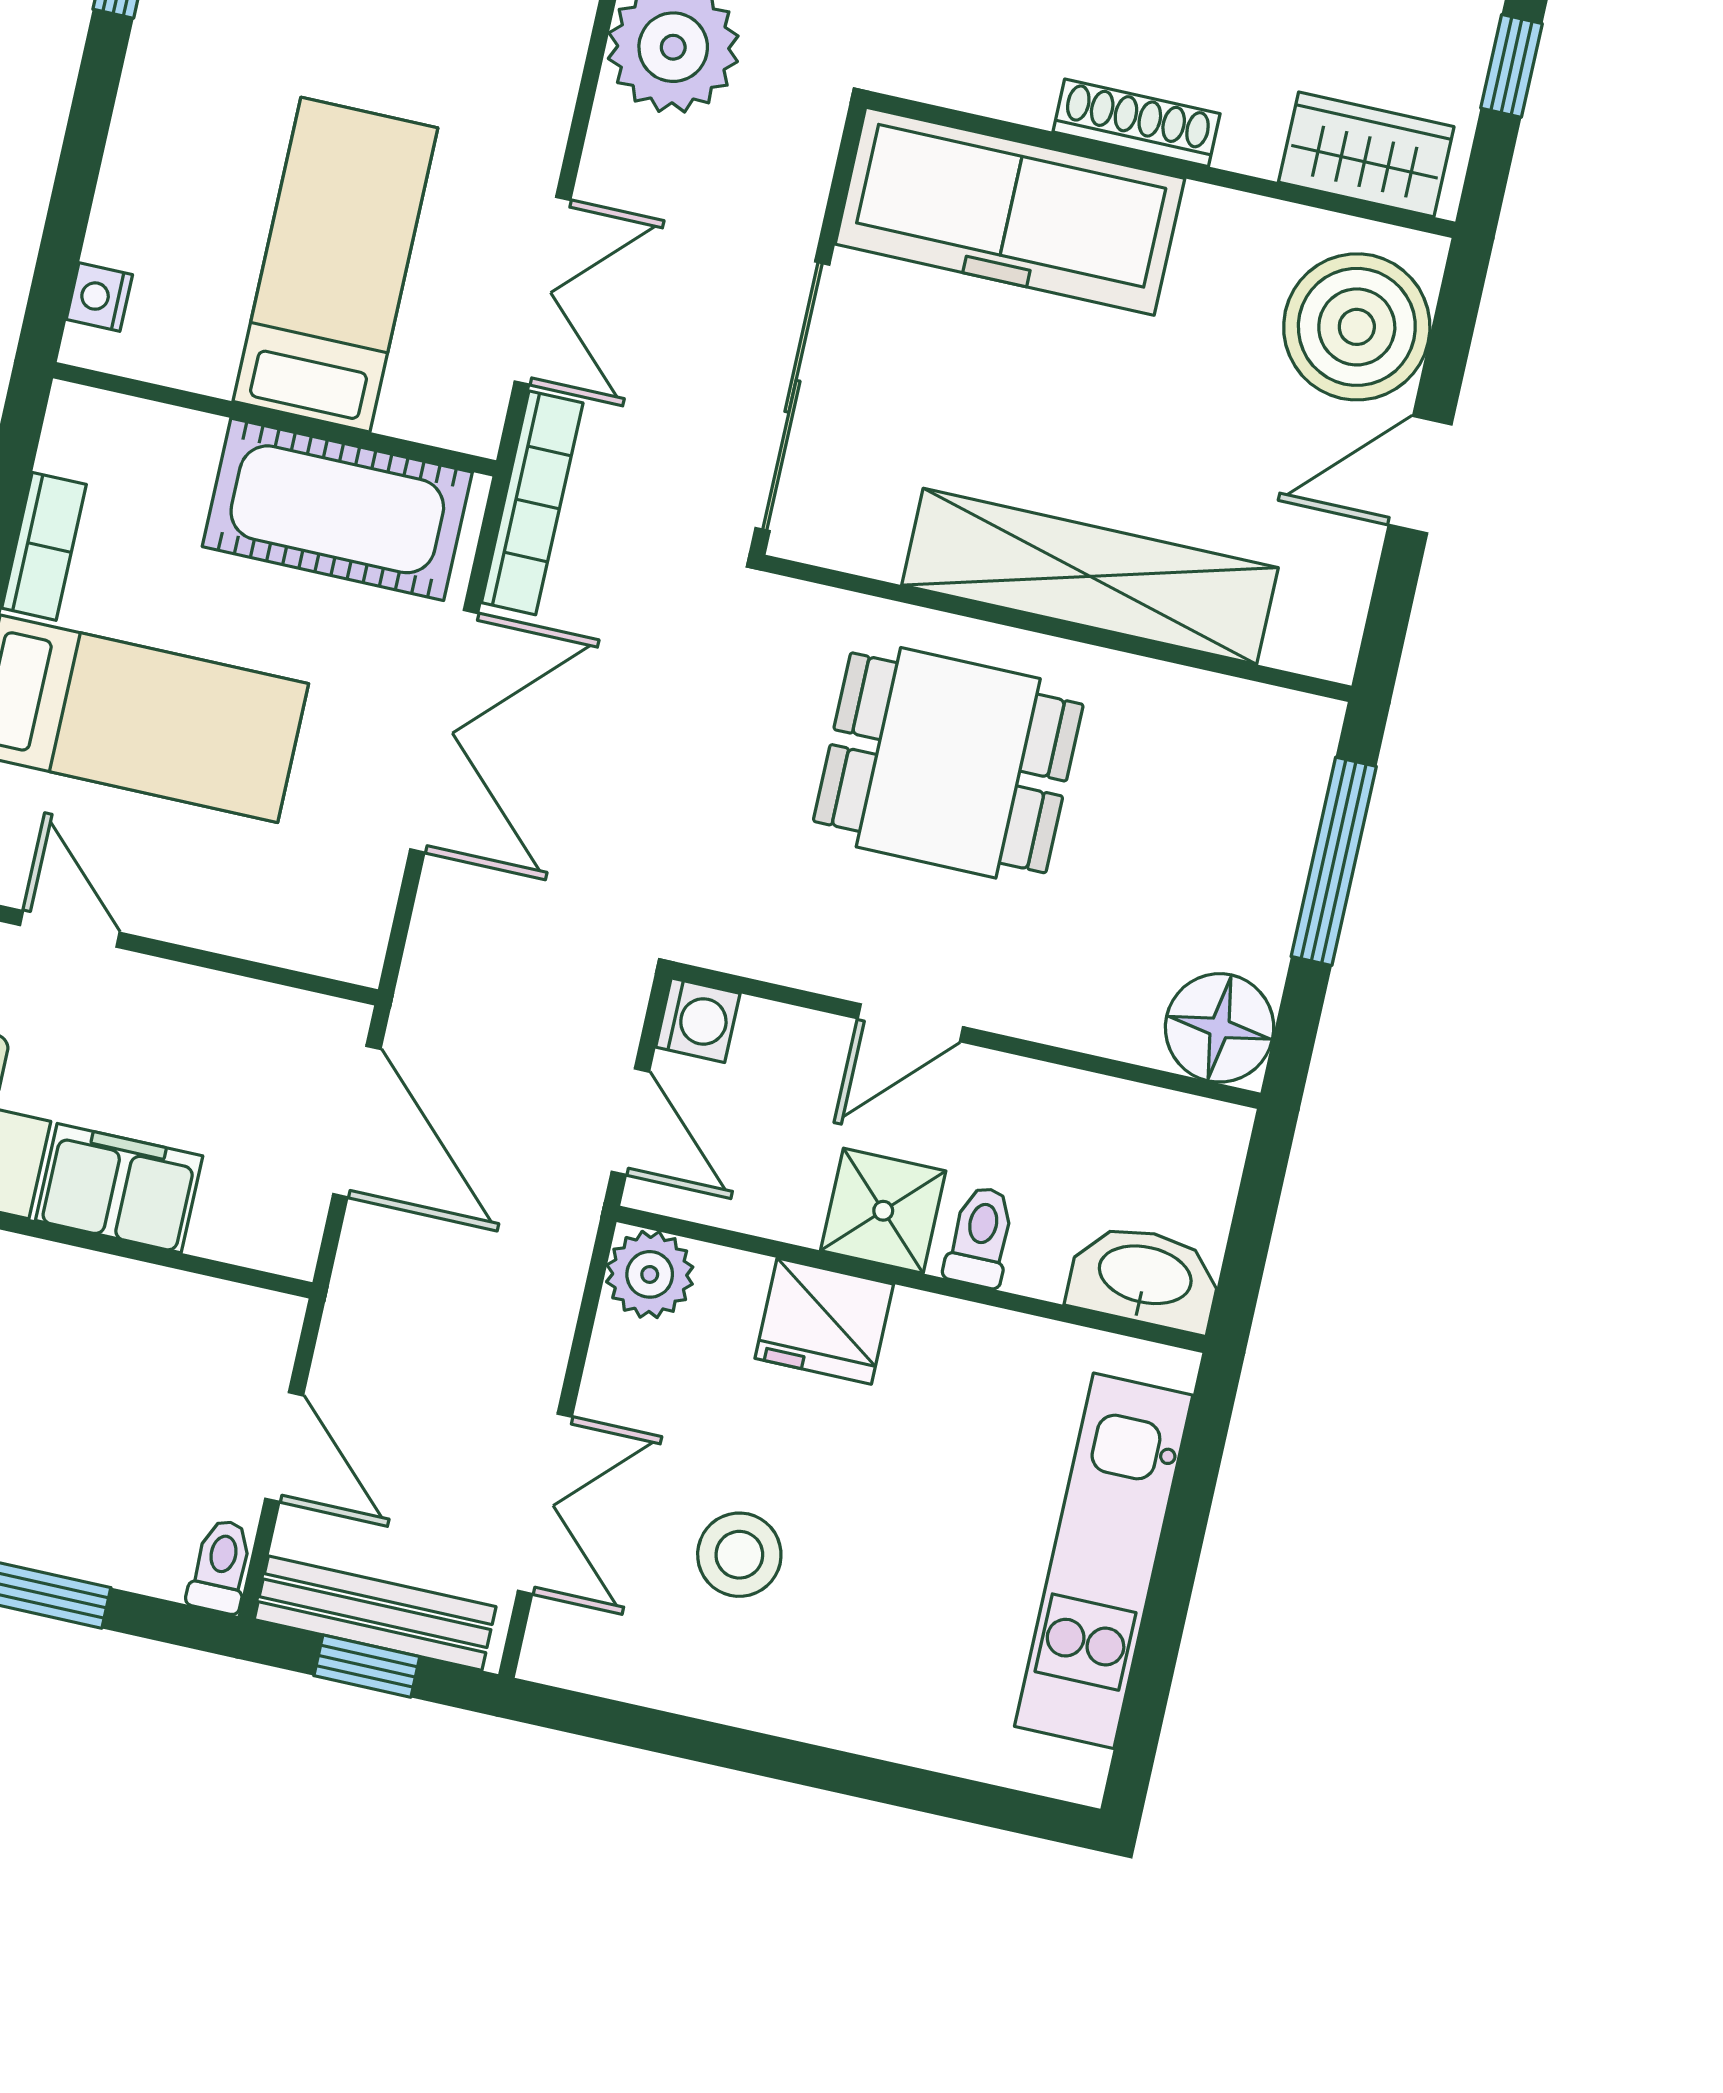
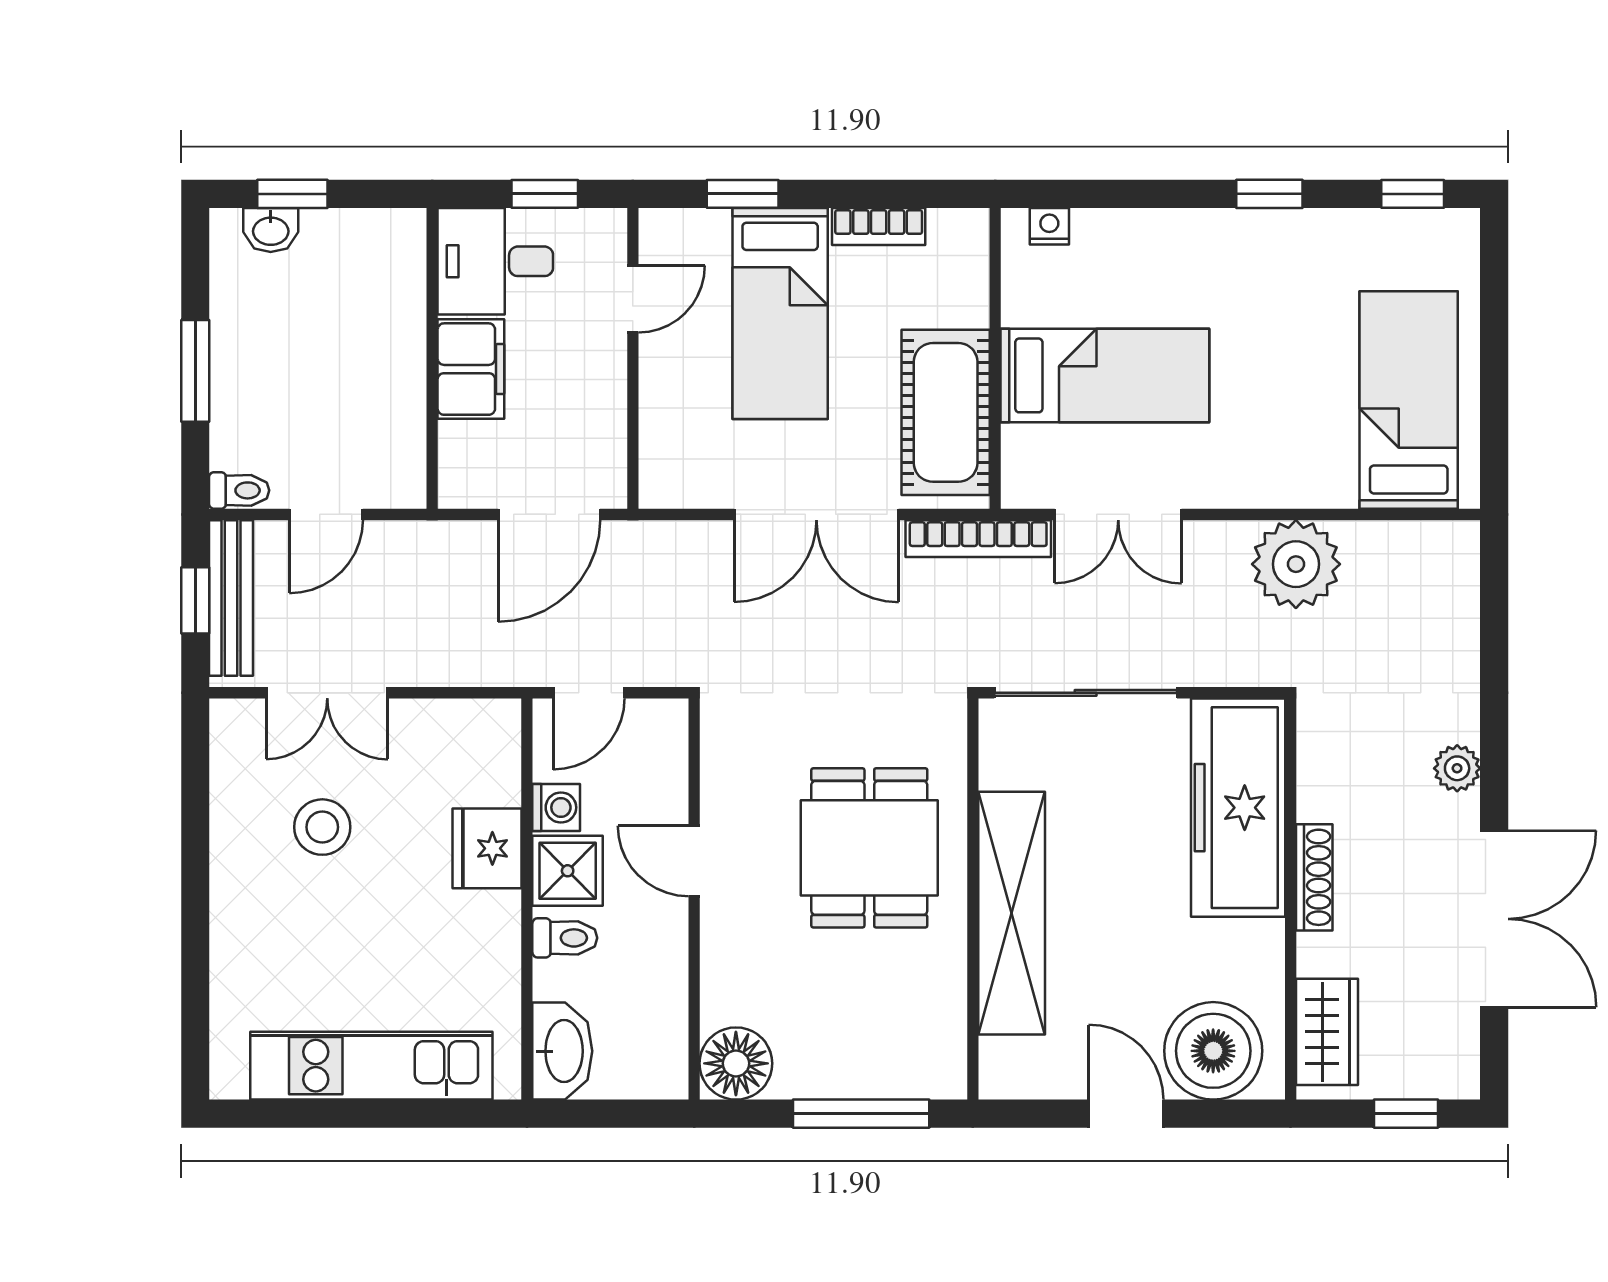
washing machine: (698, 1020) -> (556, 807), moved, turned -90
plant: (650, 1274) -> (492, 728), removed

